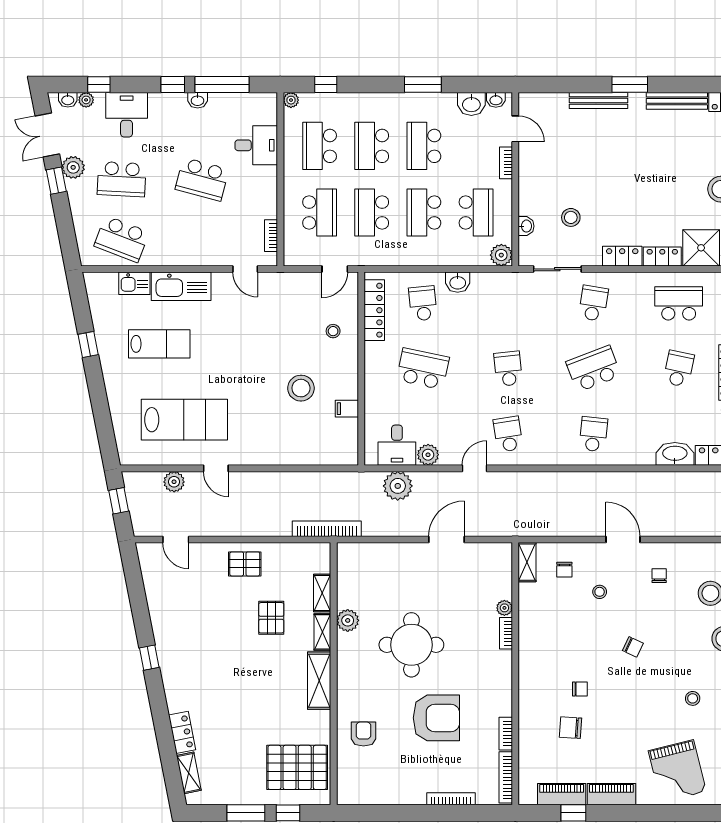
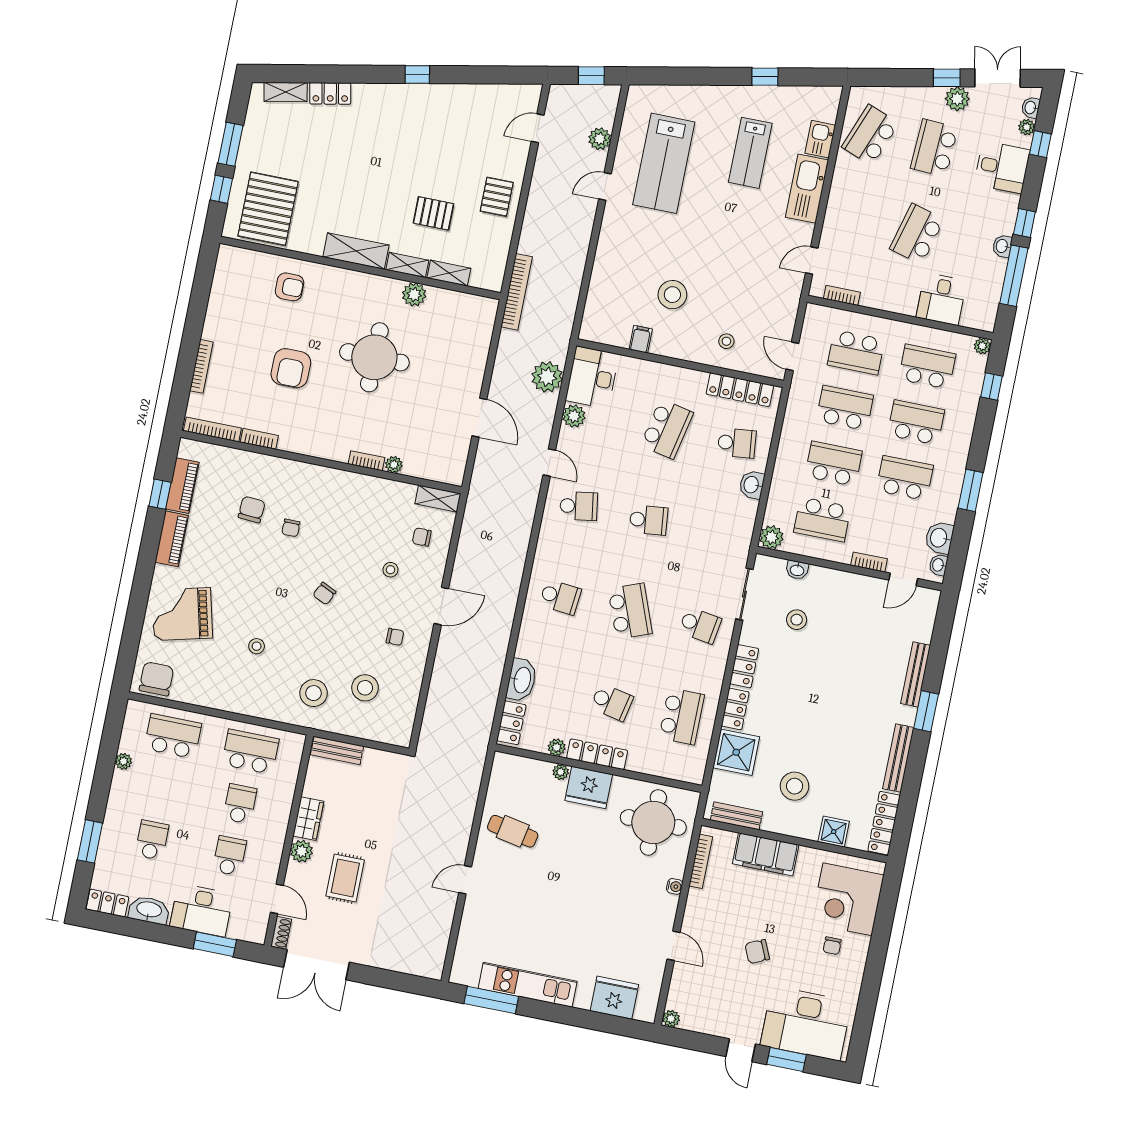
desk: (397, 445) -> (592, 377), width x1.37
armchair: (436, 718) -> (291, 368), width x0.73, depth x0.73

